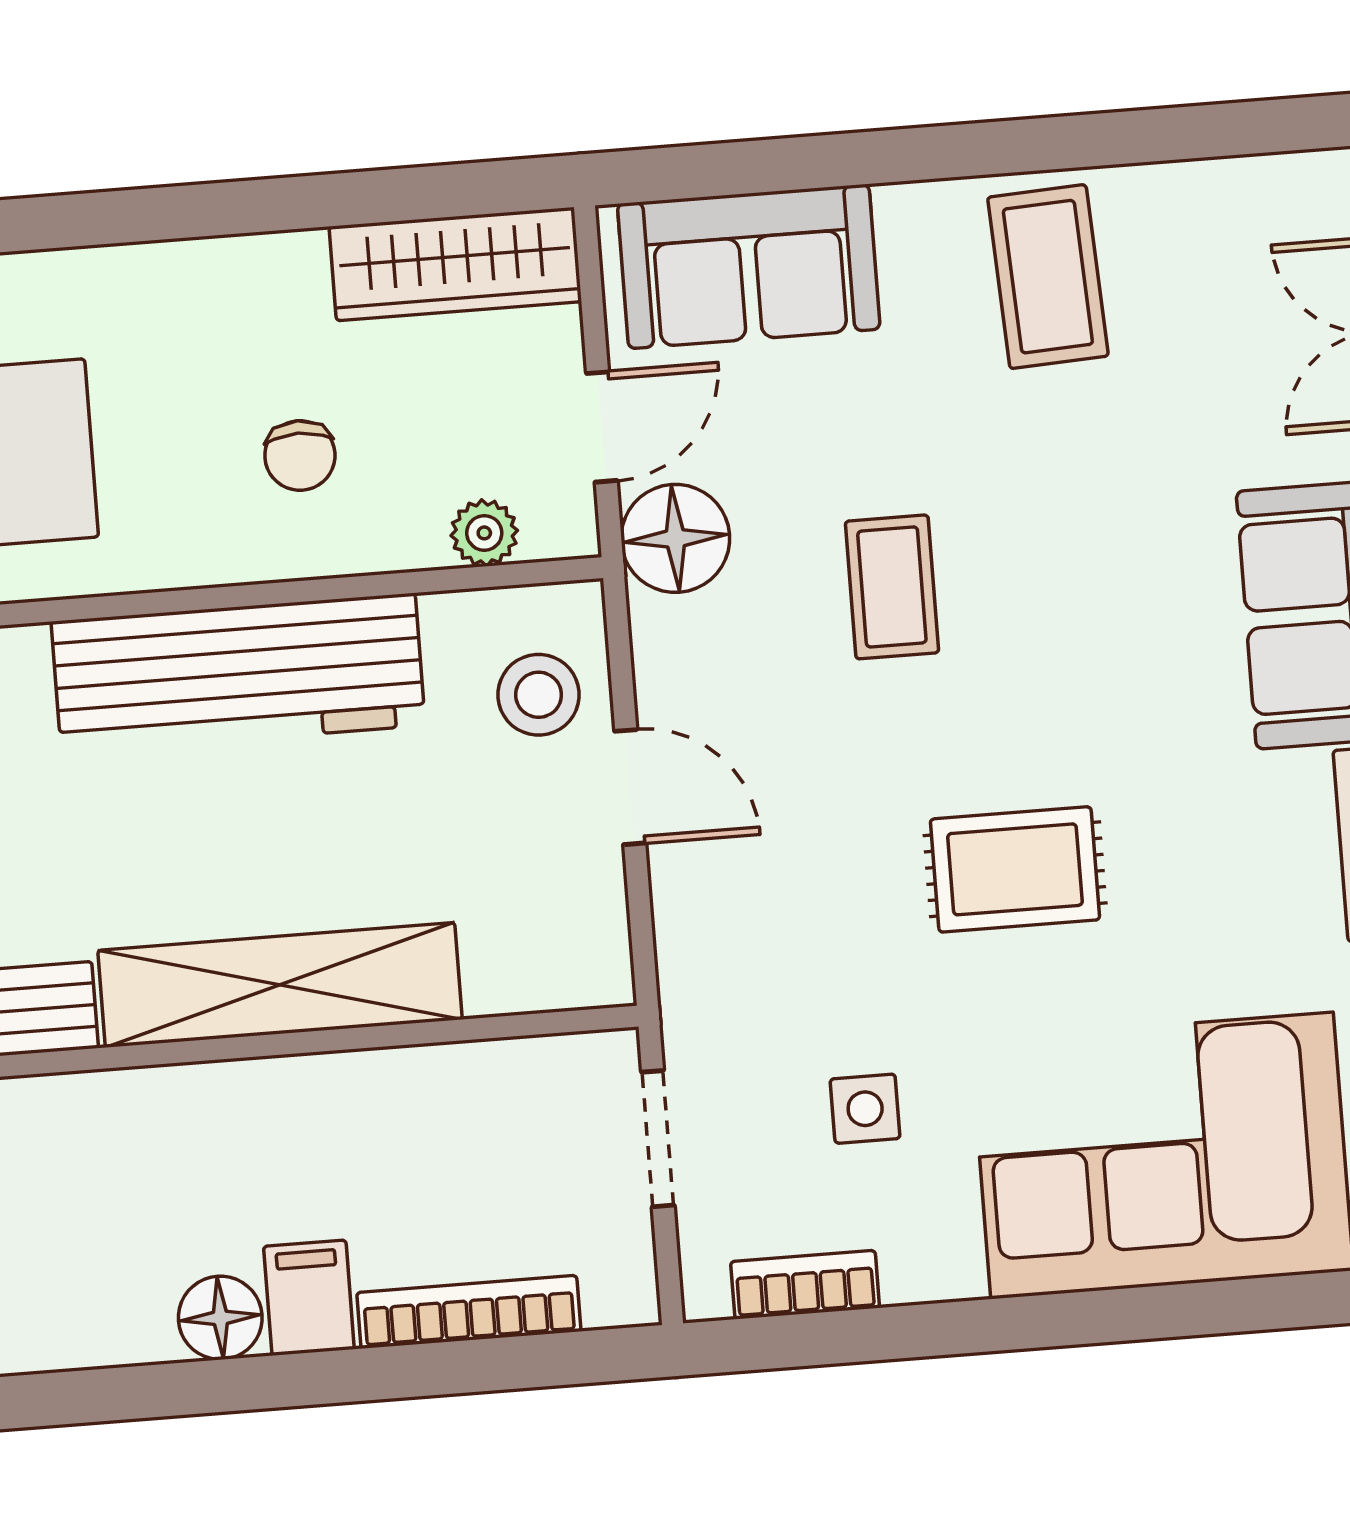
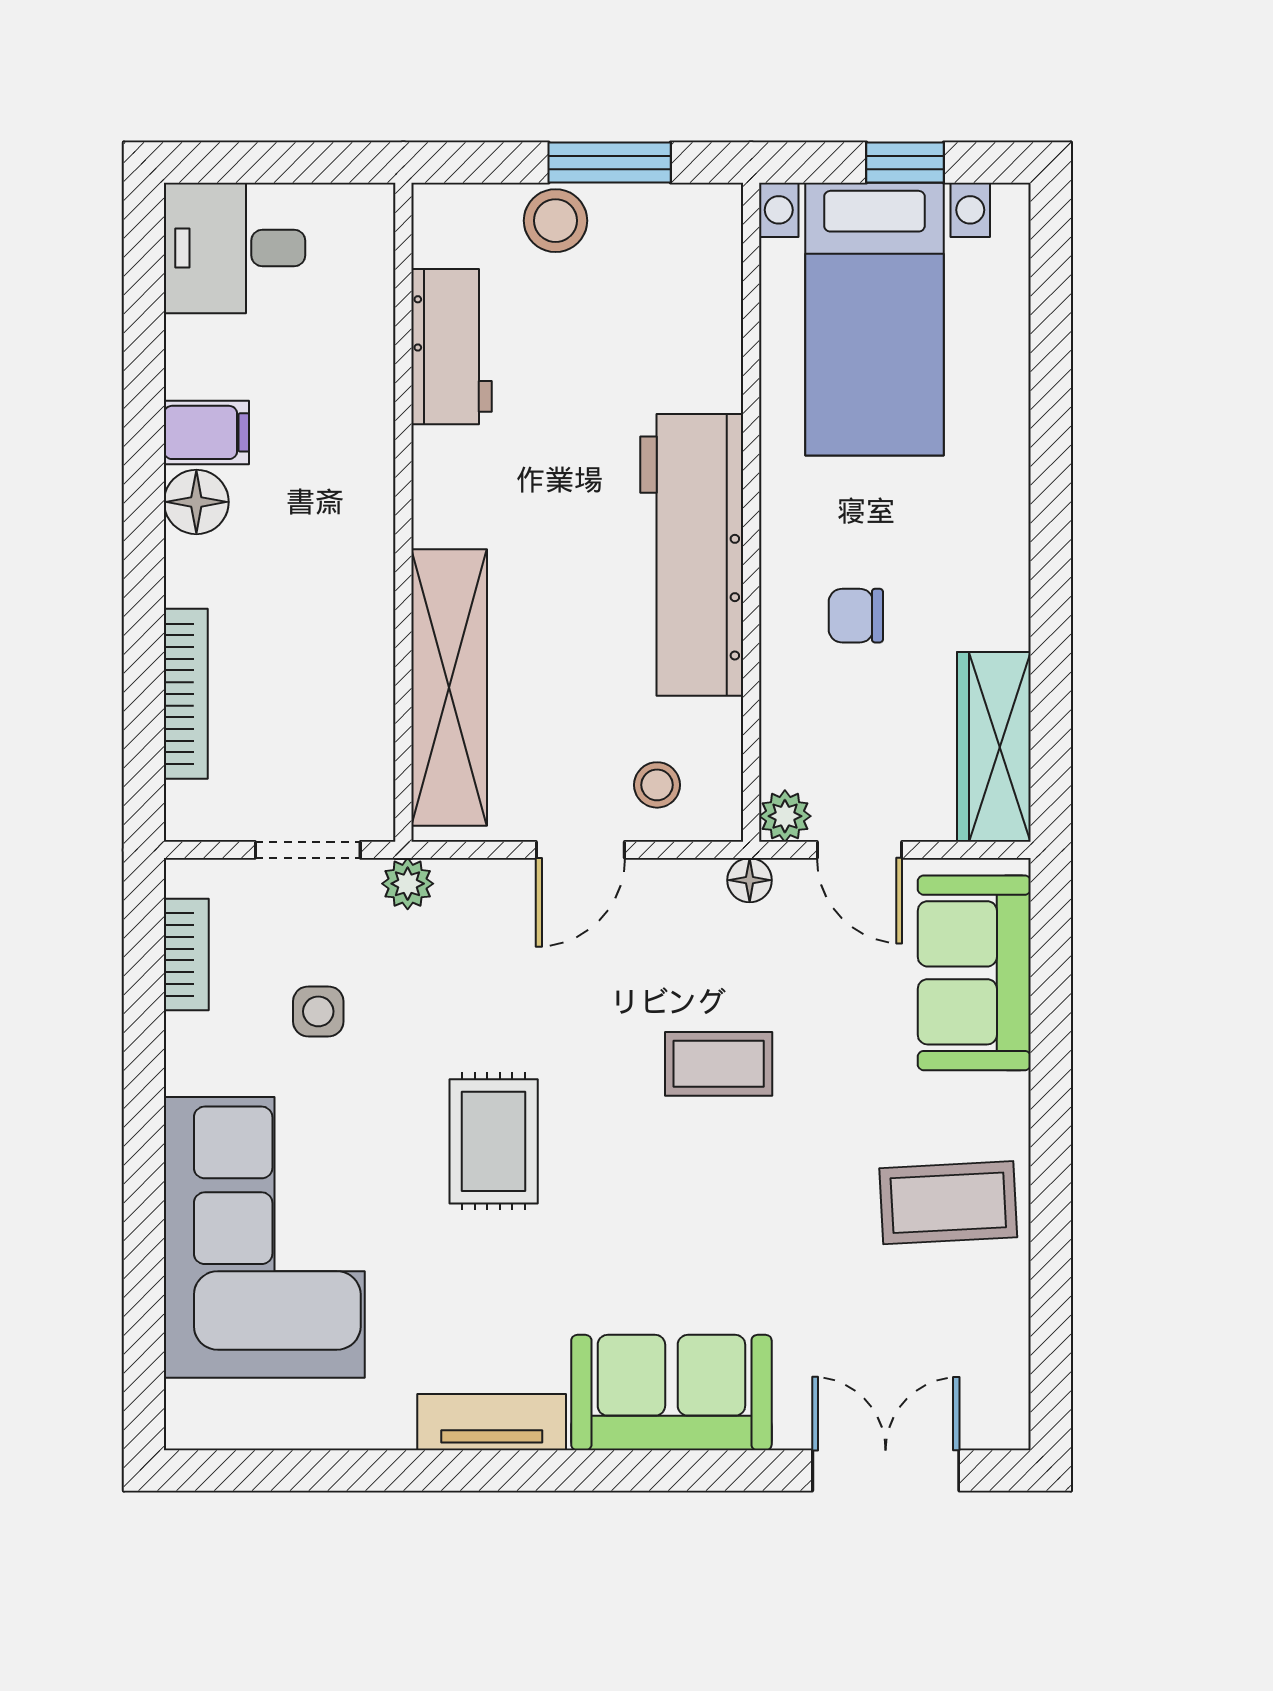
plant: (484, 533) -> (785, 816), moved
floor lamp: (675, 538) -> (750, 880), width x0.53, depth x0.53
stool: (539, 695) -> (657, 785), width x0.73, depth x0.73
shelving: (280, 985) -> (449, 688), moved
plant: (691, 1006) -> (408, 884), added
filing cabinet: (309, 1298) -> (206, 432), moved

